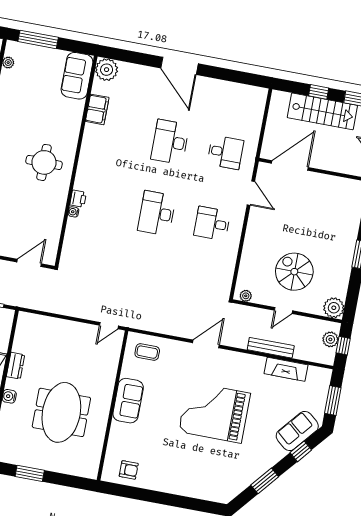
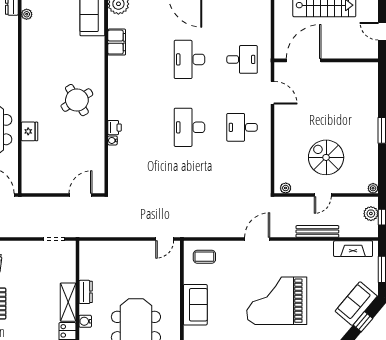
round table: (44, 162) -> (77, 100), turned -31
plant: (334, 308) -> (373, 188), width x0.53, depth x0.53
fireplace: (286, 369) -> (353, 249), moved

